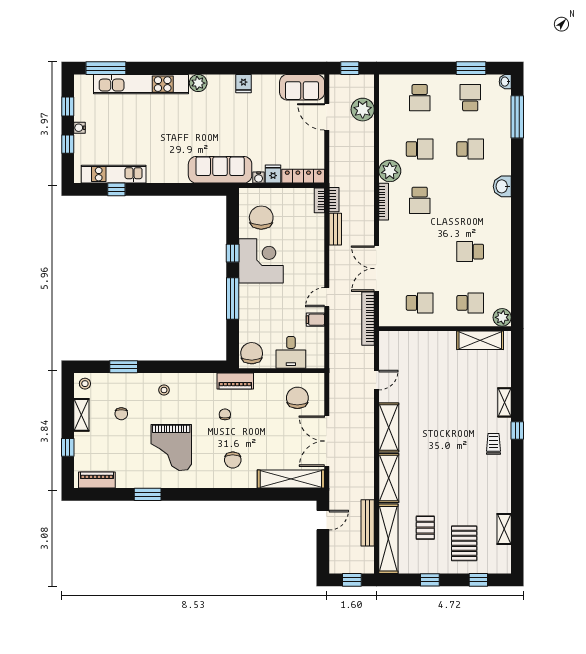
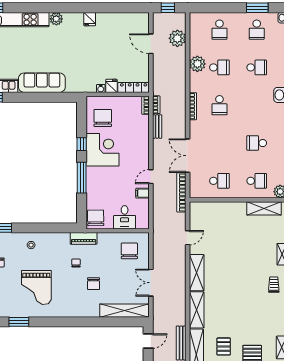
sofa: (302, 87) -> (133, 22), removed
school desk: (470, 98) -> (257, 30), turned 180
sofa: (220, 170) -> (42, 83), moved
plant: (390, 171) -> (197, 64), moved
double door: (327, 441) -> (151, 283), width x0.73
chair: (233, 460) -> (94, 284), moved

